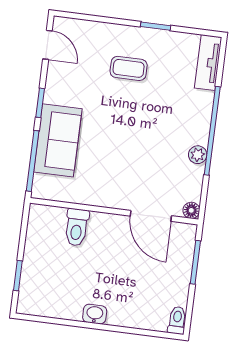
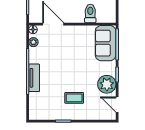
tv unit: (208, 63) -> (34, 78), moved
plant: (62, 86) -> (107, 84), added
sofa: (58, 140) -> (106, 43), moved
plant: (198, 155) -> (33, 42), moved

